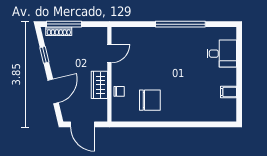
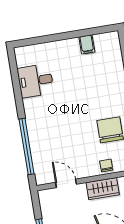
window: (180, 24) -> (27, 146), moved
desk: (222, 54) -> (36, 81), moved, turned -90

